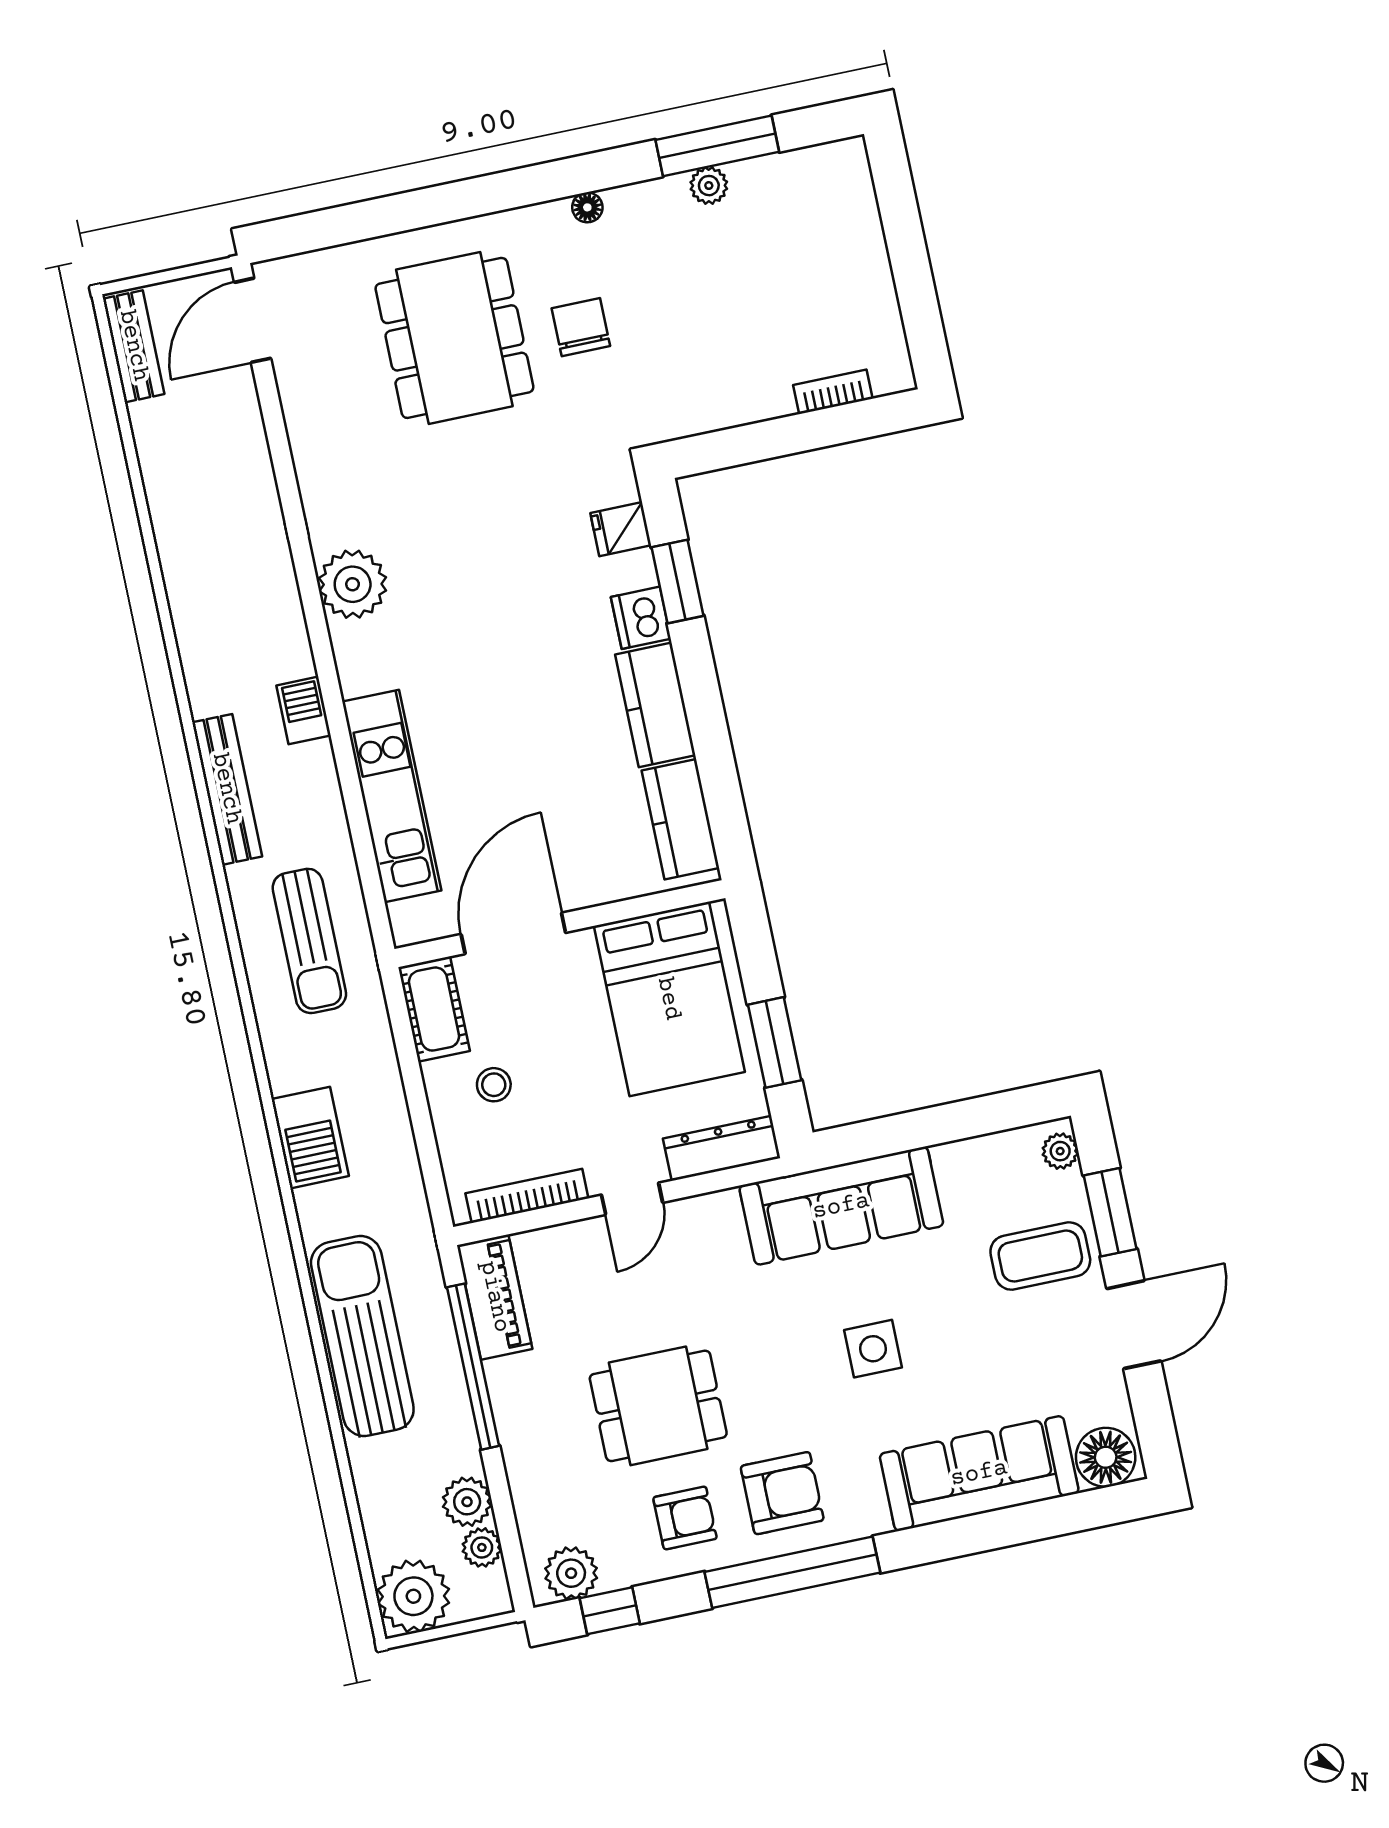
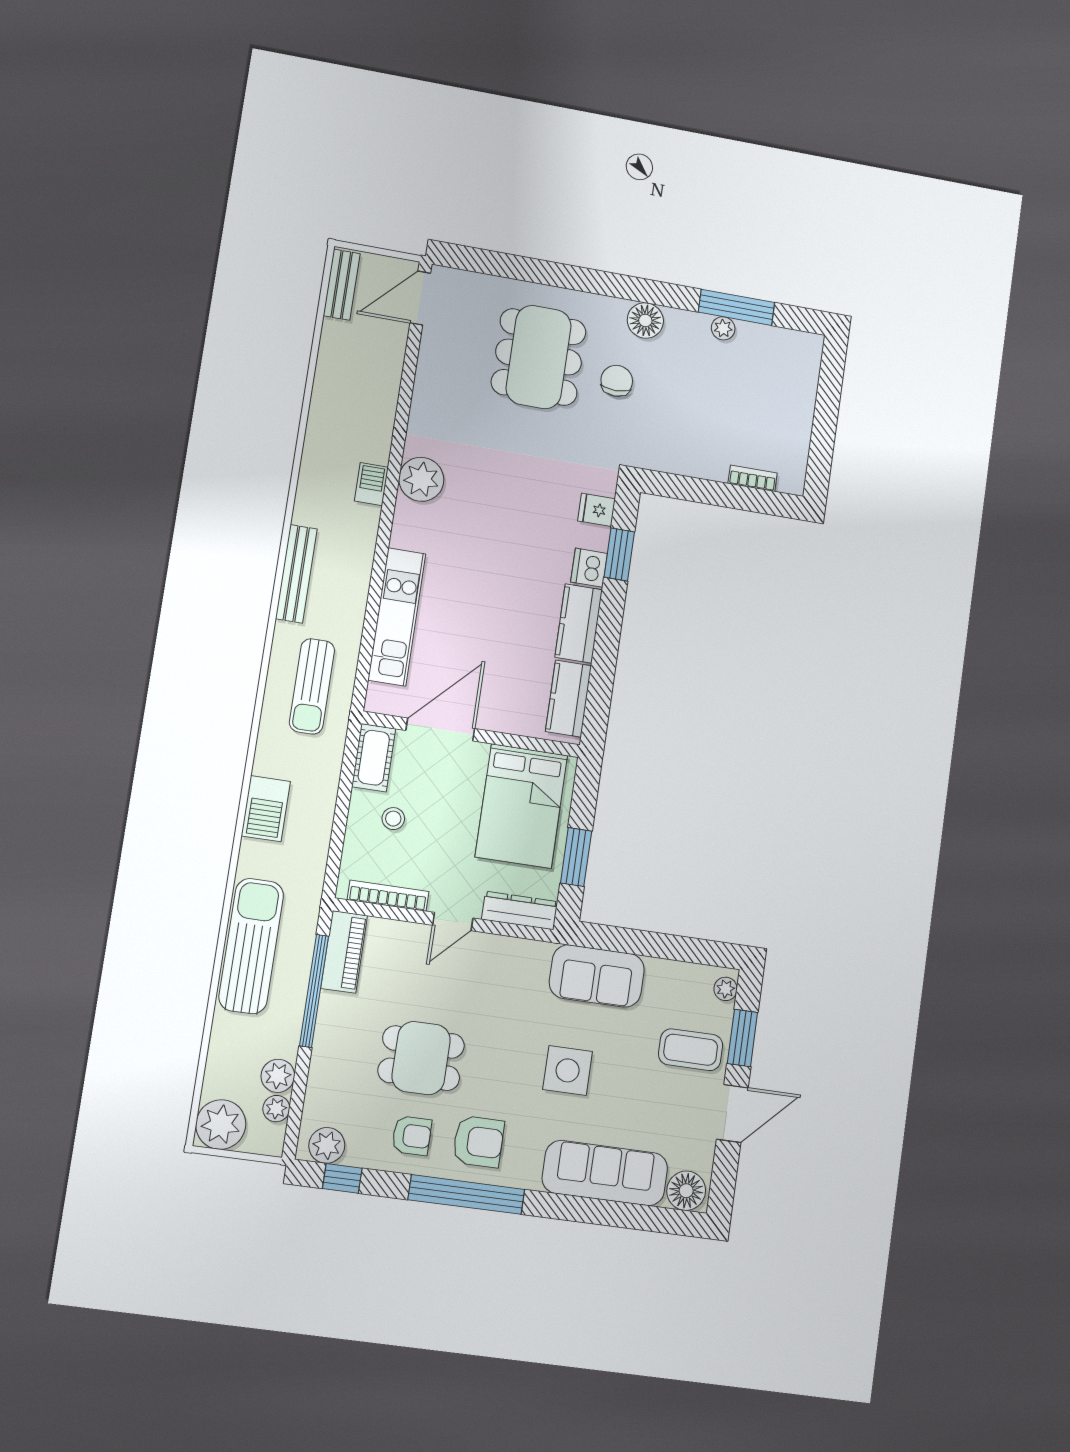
floor lamp: (587, 207) -> (645, 320), width x1.89, depth x1.89
barbecue: (303, 710) -> (371, 484), moved
sofa: (841, 1206) -> (597, 976), width x0.73
side table: (873, 1349) -> (568, 1070), width x1.37, depth x1.37

